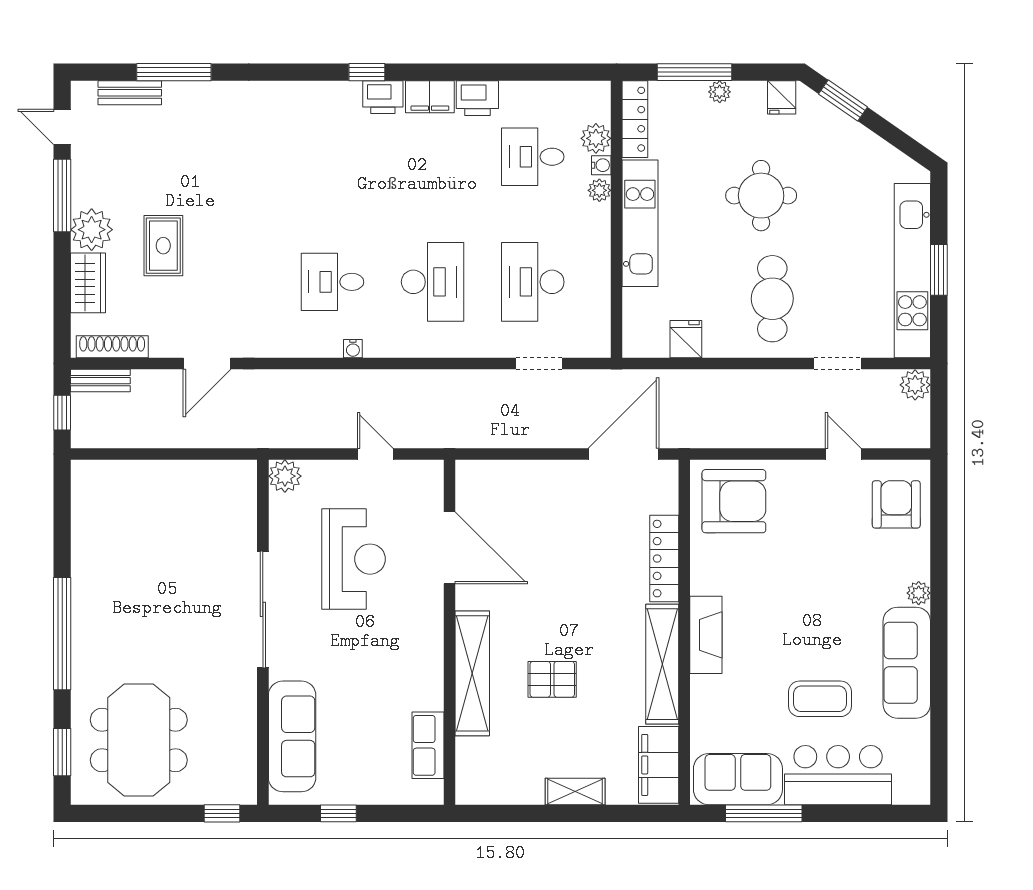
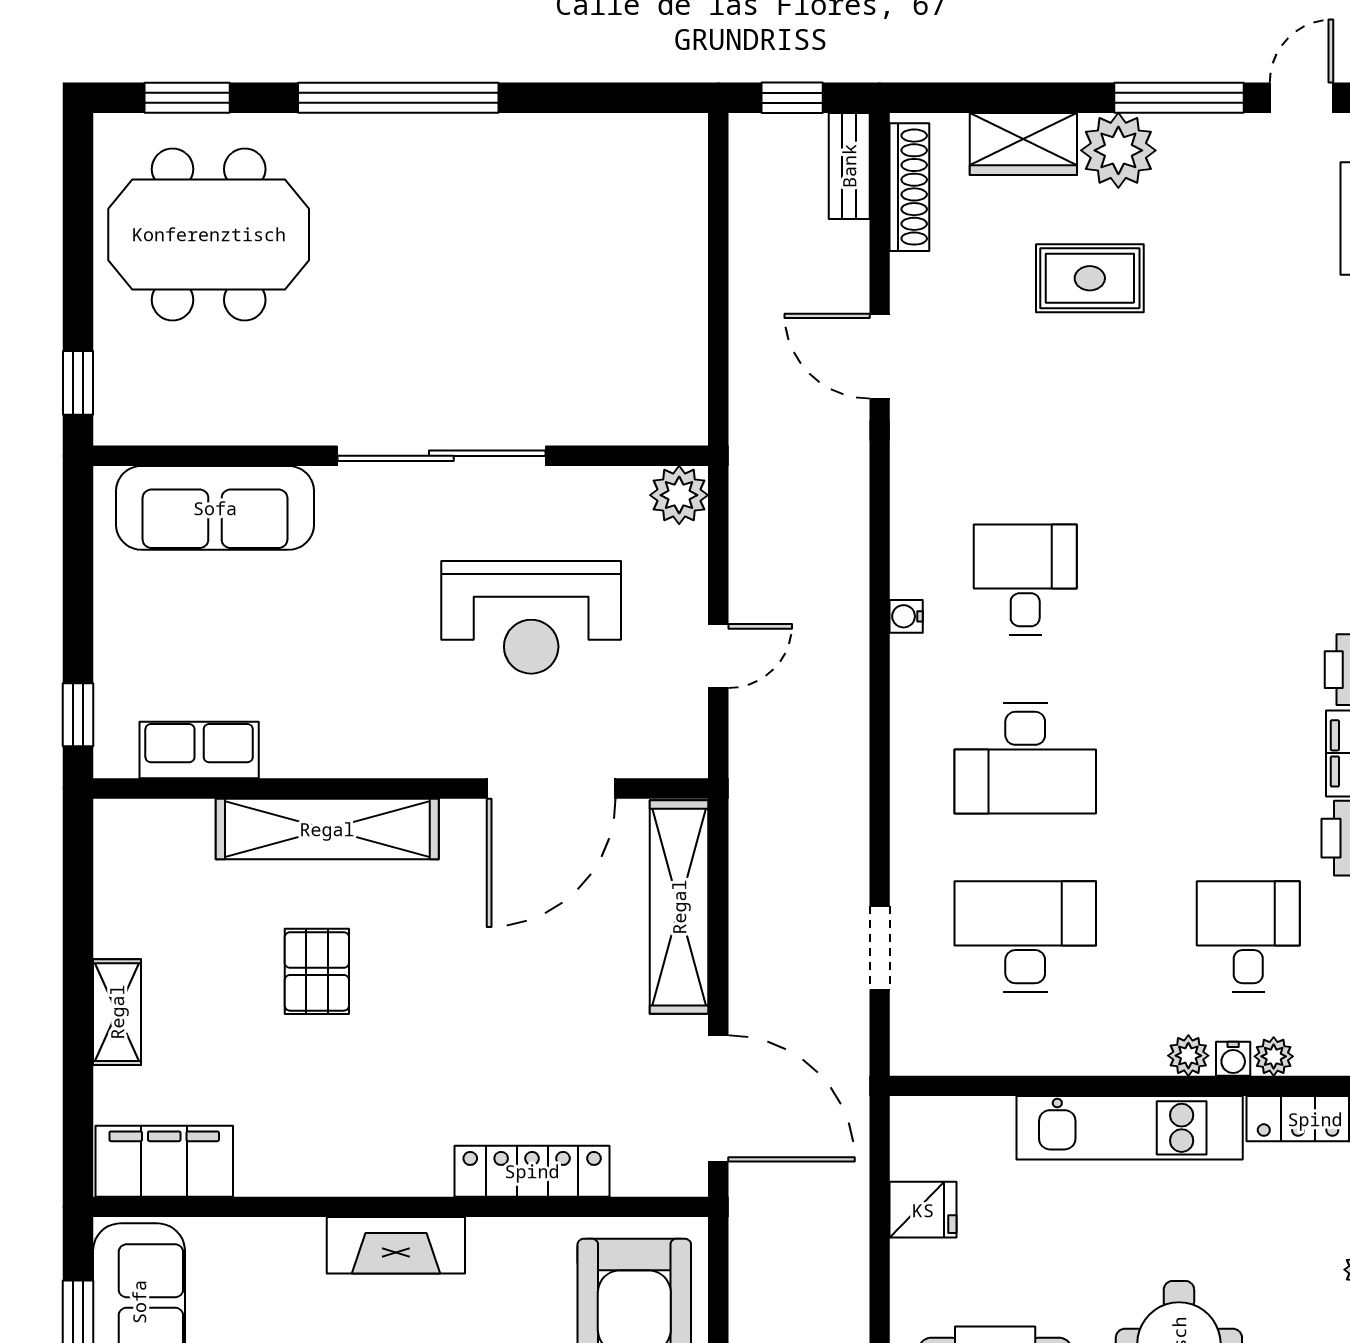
plant: (596, 138) -> (1274, 1056), width x0.73, depth x0.73
shelving: (662, 664) -> (679, 907), moved, turned 90
window: (338, 813) -> (78, 715), moved

